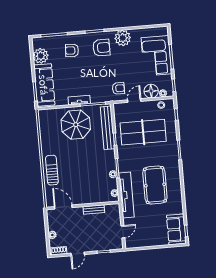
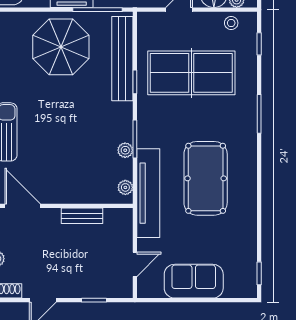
sofa: (176, 229) -> (194, 281), moved, turned 90

